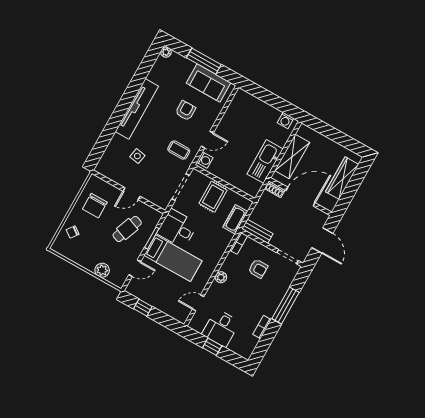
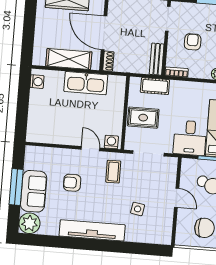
plant: (166, 52) -> (30, 223), width x1.88, depth x1.88
sofa: (209, 83) -> (34, 191), moved

